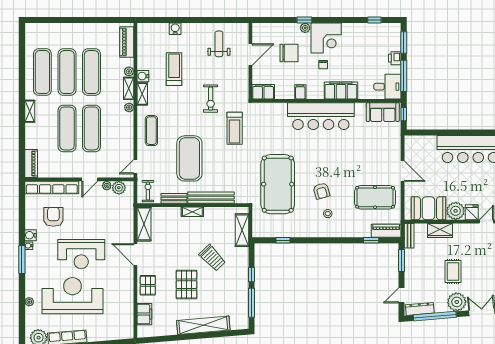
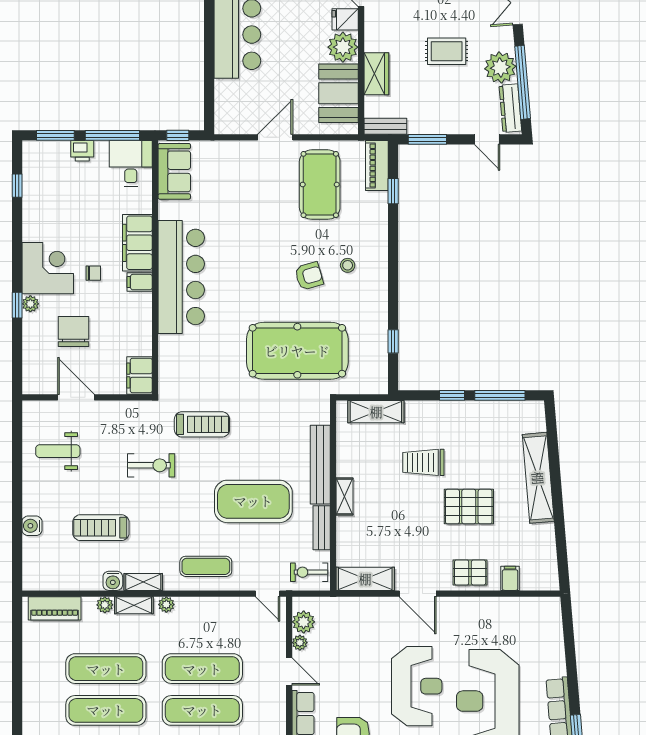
filing cabinet: (300, 92) -> (140, 282), moved
door: (135, 255) -> (418, 594), hinge flipped
trolley: (212, 258) -> (423, 462), turned -136
plant: (457, 302) -> (500, 68), moved
filing cabinet: (144, 314) -> (510, 578), width x0.50

